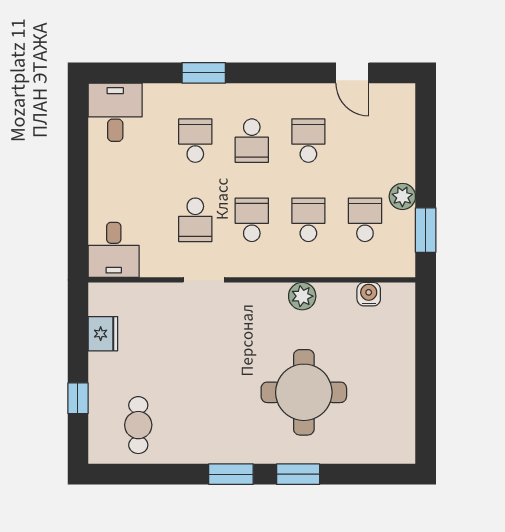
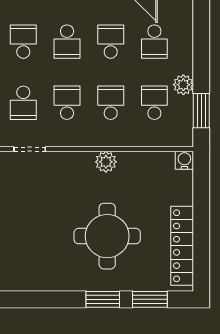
school desk: (365, 141) -> (154, 42), added
water cooler: (369, 294) -> (184, 160), moved
locker: (401, 405) -> (182, 246), added
window: (231, 474) -> (150, 299), moved

